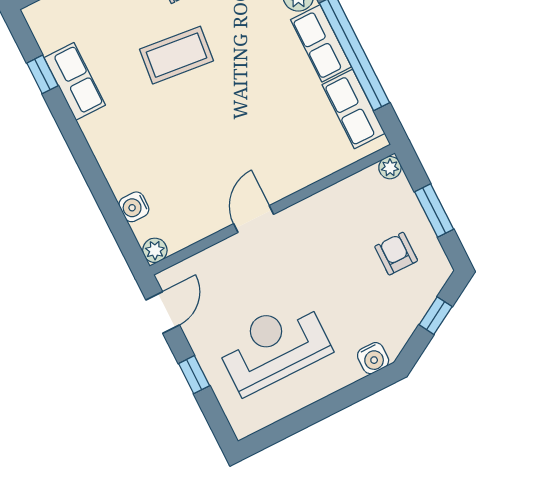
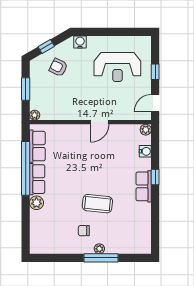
window: (42, 74) -> (155, 177), moved
row of seats: (75, 81) -> (144, 186), moved
armchair: (396, 254) -> (58, 67), moved, turned 117

